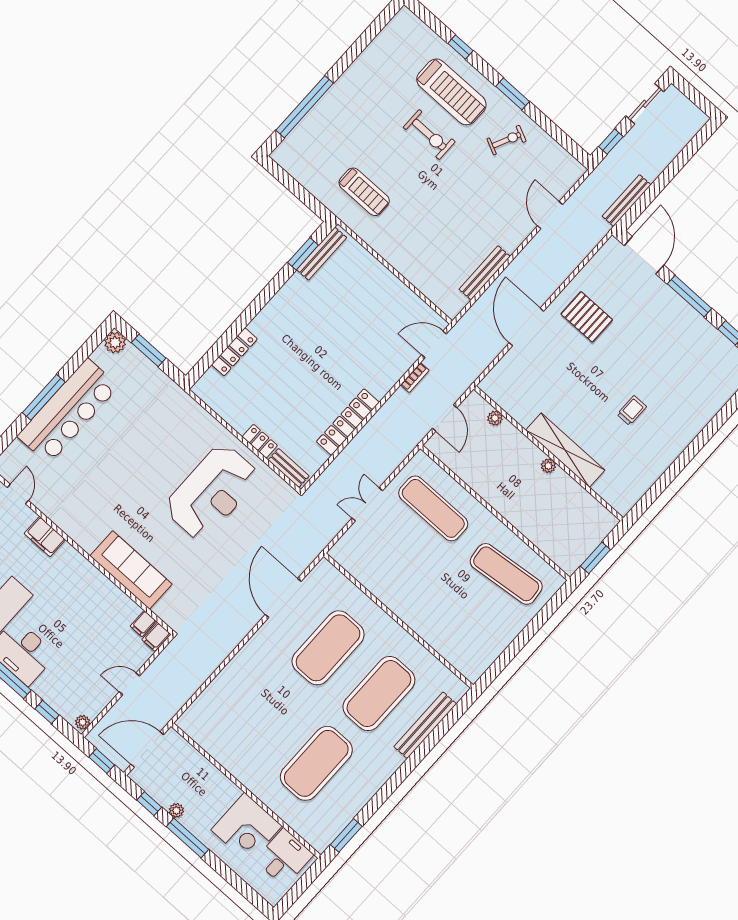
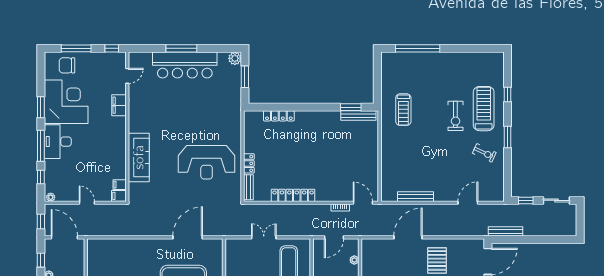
treadmill: (451, 92) -> (484, 109), turned 180

